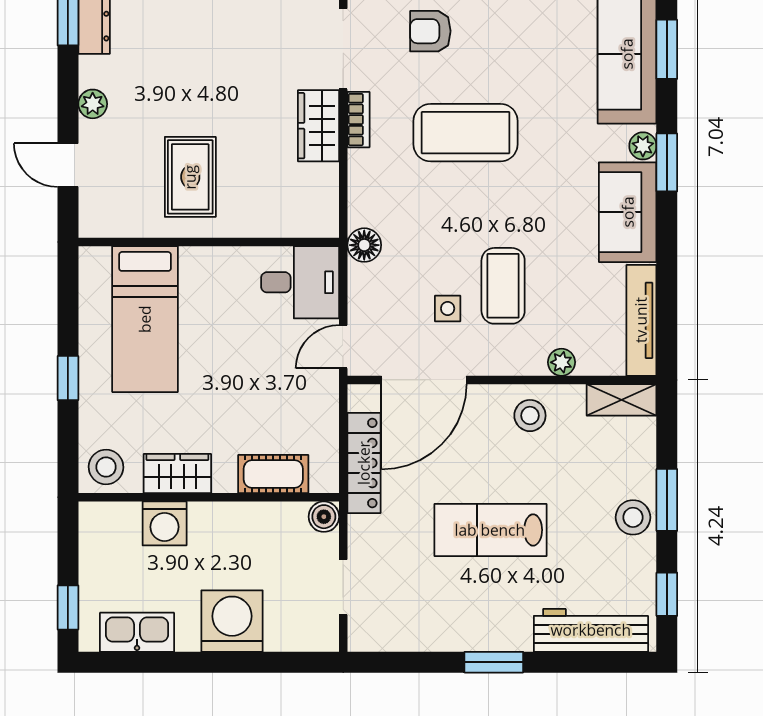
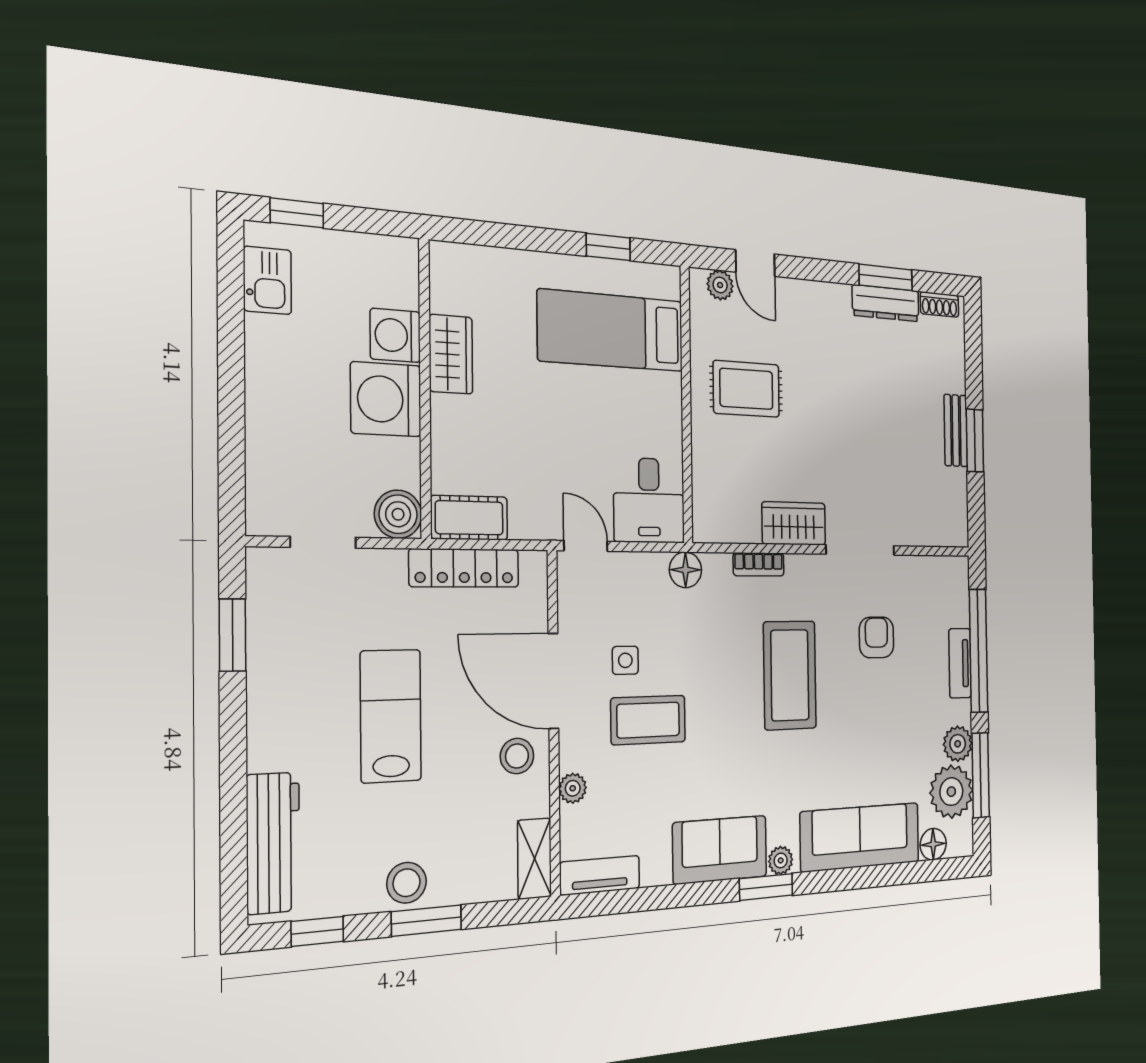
window: (667, 49) -> (865, 877), removed
plant: (93, 104) -> (720, 285), moved
bookcase: (358, 120) -> (759, 564), moved
door: (68, 165) -> (755, 263), swing flipped
tv unit: (641, 320) -> (600, 875), width x0.71
window: (68, 378) -> (608, 247), moved
door: (424, 380) -> (553, 681), moved
stool: (106, 467) -> (457, 274), removed
cot: (273, 474) -> (469, 518), moved, turned 90
boiler: (324, 517) -> (398, 514), width x1.36, depth x1.36
washing machine: (232, 621) -> (386, 399), moved, turned 180
kitchen sink: (137, 632) -> (267, 280), width x0.73
window: (494, 662) -> (233, 635), moved

